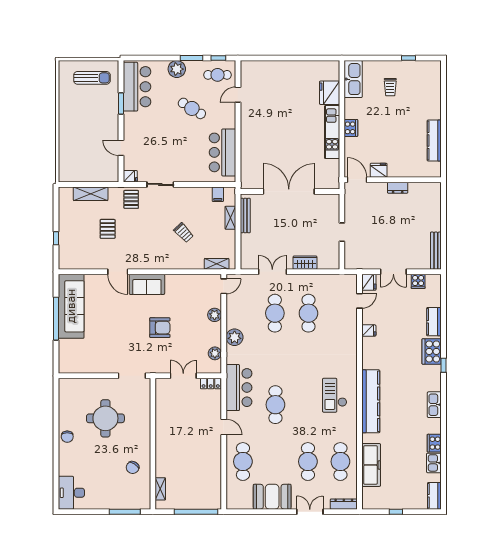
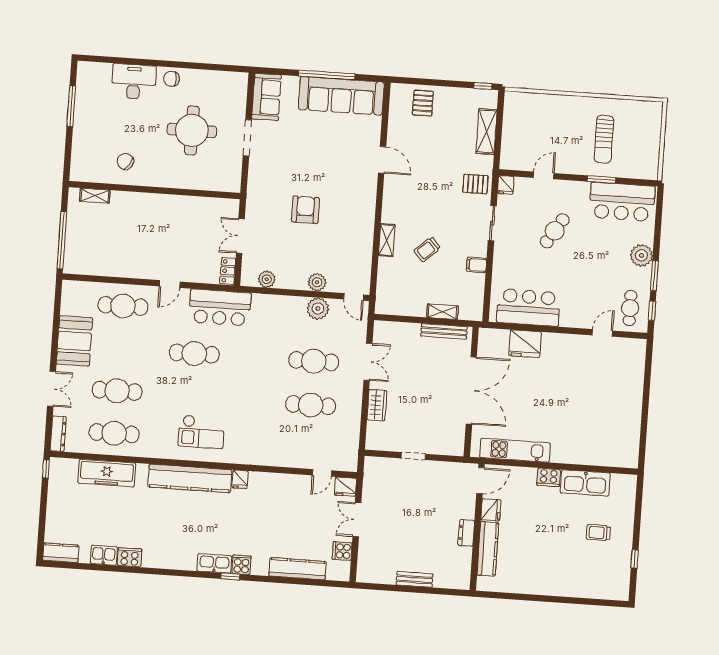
sun lounger: (92, 78) -> (604, 139), moved
kitchen sink: (353, 79) -> (585, 483), moved
fridge: (330, 93) -> (525, 344), moved, turned 180
door: (238, 95) -> (602, 333), hinge flipped
cafe table: (192, 108) -> (555, 231), moved
kitchen unit: (332, 132) -> (515, 450), moved
kitchen counter: (434, 140) -> (488, 549), moved, turned 90
filing cabinet: (218, 194) -> (477, 265), moved
pallet: (108, 229) -> (423, 103), moved, turned 90
window: (56, 238) -> (483, 86), moved
bench: (436, 251) -> (414, 579), moved, width x0.73
shelving: (217, 264) -> (387, 240), moved
door: (118, 272) -> (382, 160), swing flipped
sofa: (147, 284) -> (266, 97), moved, turned 180
door: (360, 301) -> (322, 473), hinge flipped
kitchen counter: (434, 322) -> (298, 569), width x1.50
armchair: (160, 328) -> (305, 210), turned 180
fridge: (369, 331) -> (240, 479), moved
plant: (235, 337) -> (318, 309), moved
cooker: (432, 351) -> (241, 565), width x0.53, depth x0.76
doorway: (132, 376) -> (247, 138), moved
double door: (183, 376) -> (240, 236), swing flipped
checkout: (335, 395) -> (201, 432), turned 180
kitchen sink: (434, 405) -> (214, 563), moved
desk: (71, 493) -> (134, 82), moved
window: (125, 512) -> (71, 106), moved
window: (396, 512) -> (46, 469), moved

